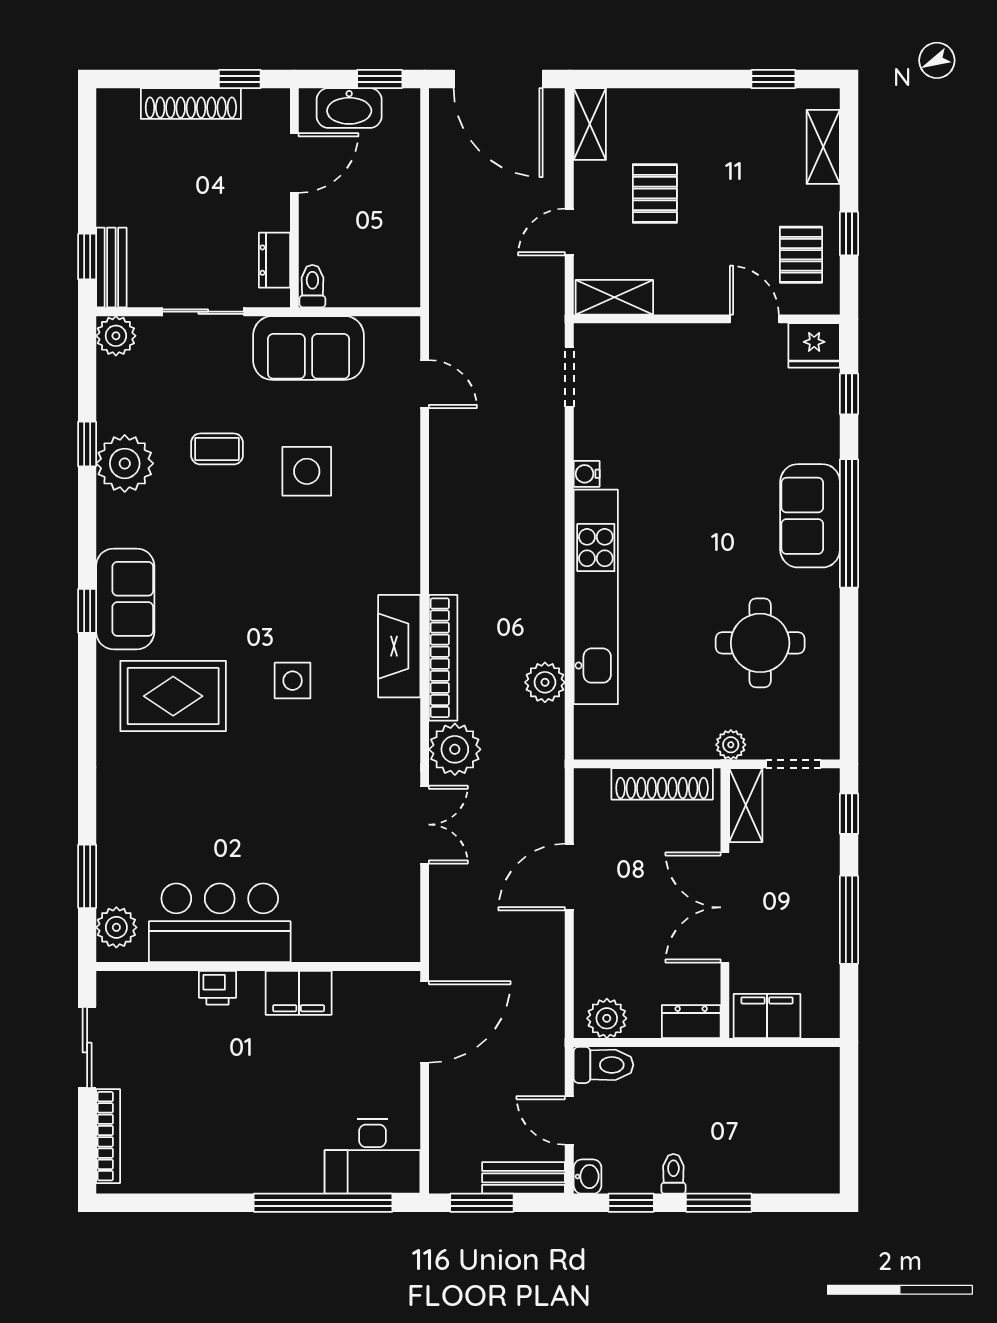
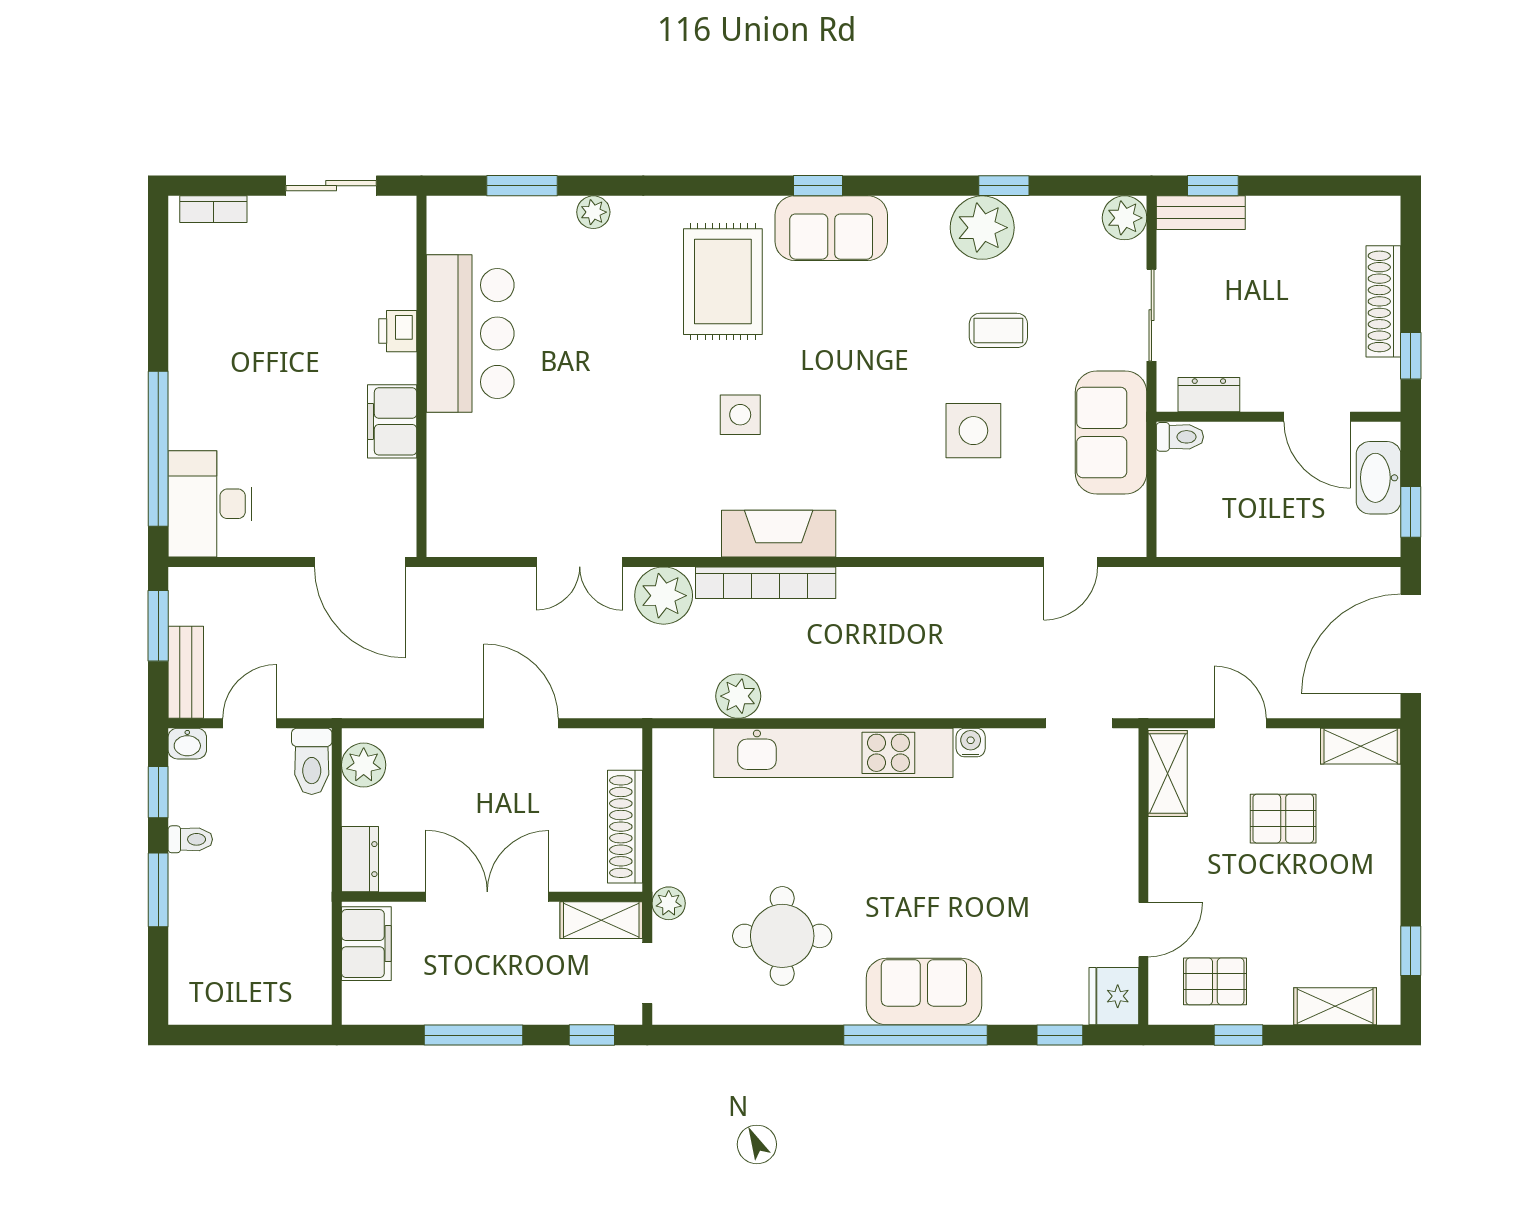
coffee table: (217, 449) -> (998, 330), turned 90
plant: (116, 927) -> (593, 212), moved, width x0.73, depth x0.73
bookcase: (108, 1136) -> (213, 209), width x0.64

